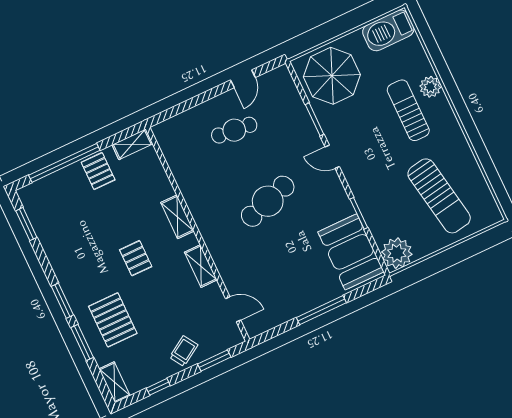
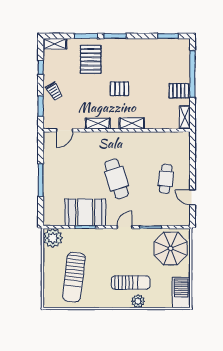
sun lounger: (439, 196) -> (74, 277), turned -73
booth: (351, 252) -> (85, 212), moved
pallet: (113, 320) -> (91, 59), turned 90

